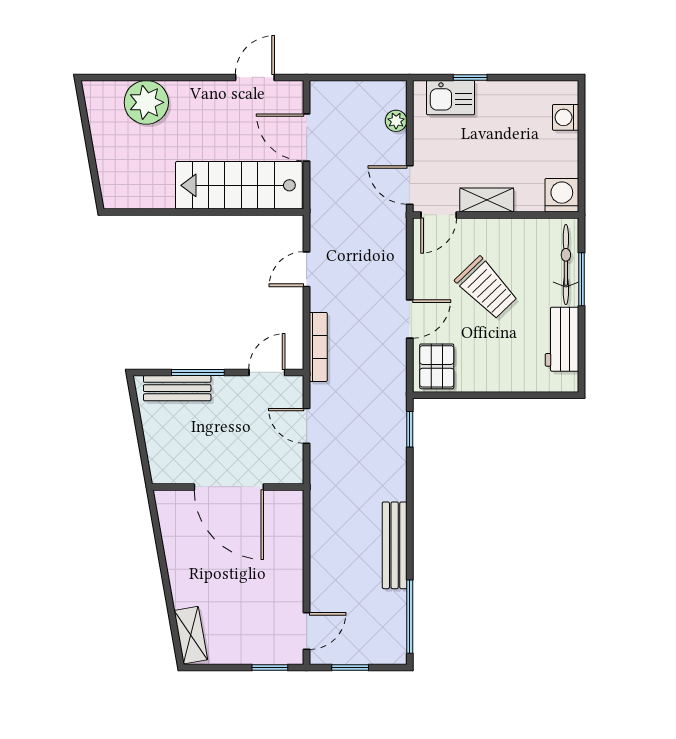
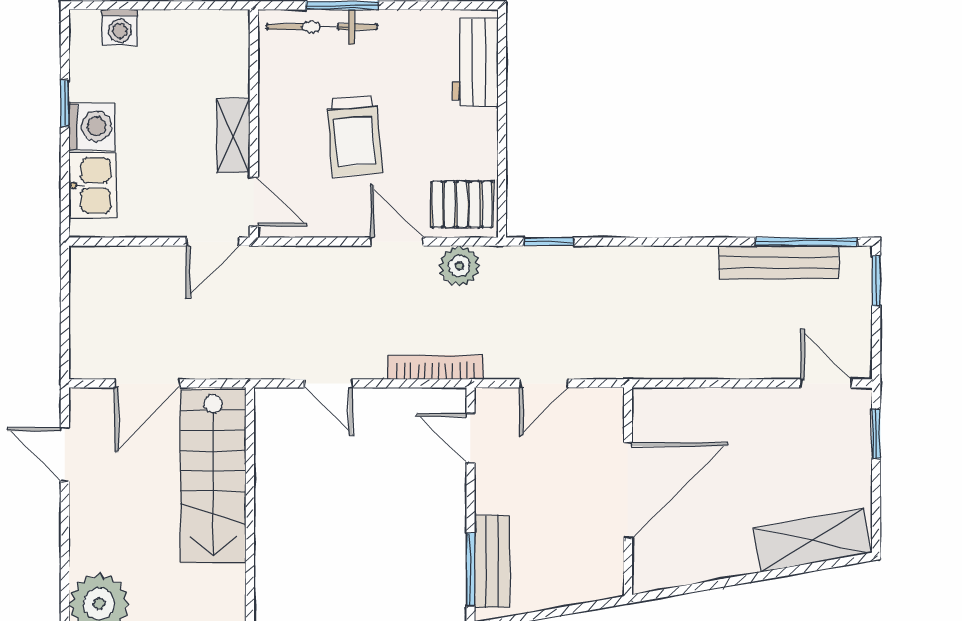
window: (470, 77) -> (65, 103), moved
plant: (396, 121) -> (459, 266), moved, width x1.38, depth x1.38
washing machine: (562, 195) -> (92, 126), moved, turned 180
trolley: (486, 288) -> (354, 136), turned 129
workbench: (562, 339) -> (475, 62), moved, turned 90
window: (198, 372) -> (470, 570), moved
bench: (395, 545) -> (779, 262), moved
shelving: (191, 635) -> (812, 540), width x1.50, depth x1.33
window: (350, 667) -> (876, 281), moved

